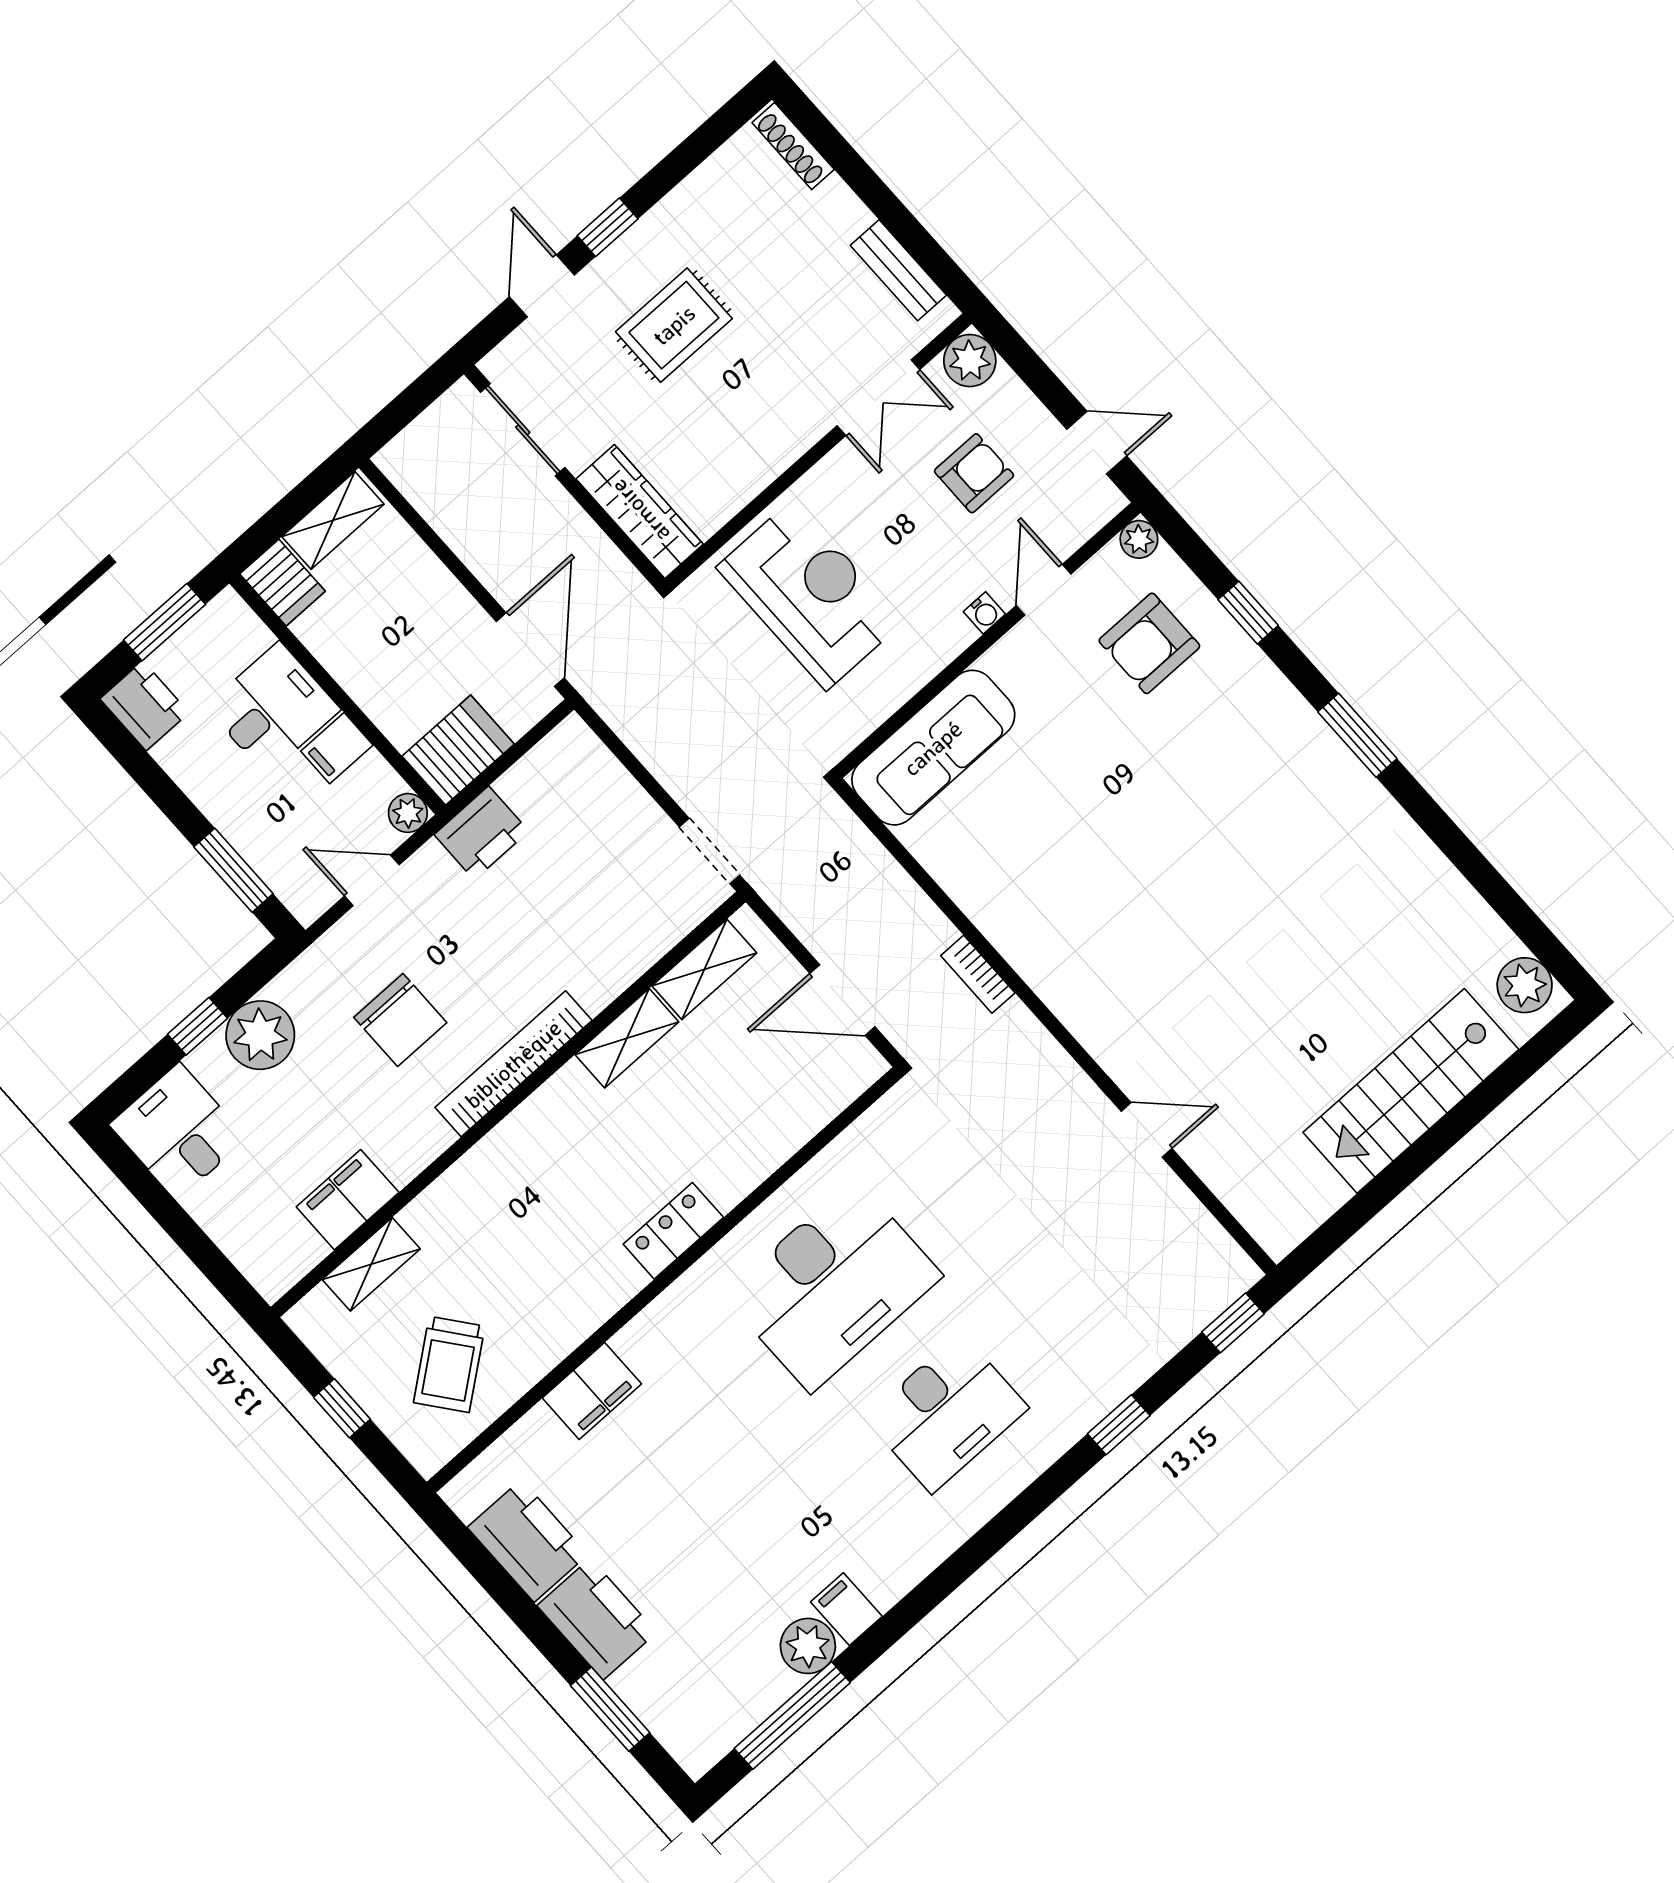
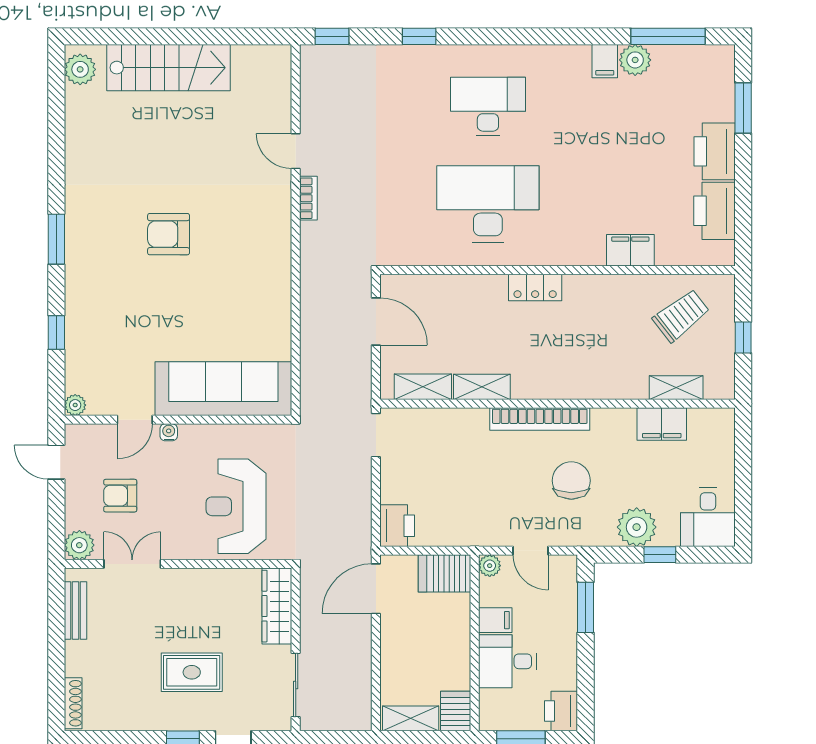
armchair: (1149, 643) -> (169, 234), moved, turned 180
sofa: (933, 748) -> (223, 389), width x1.36, depth x1.27
printer: (481, 833) -> (397, 526), moved, turned 90
bookcase: (978, 974) -> (308, 198), moved

